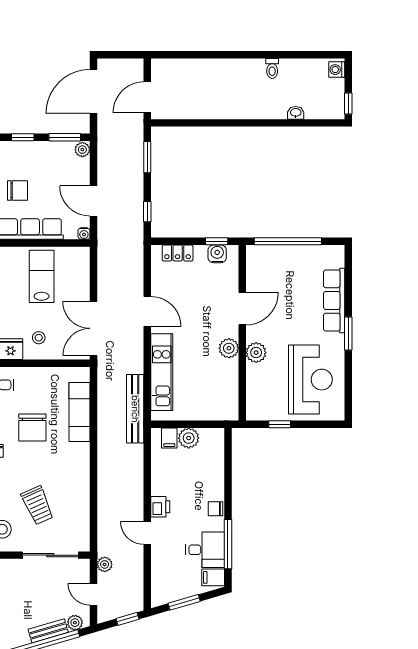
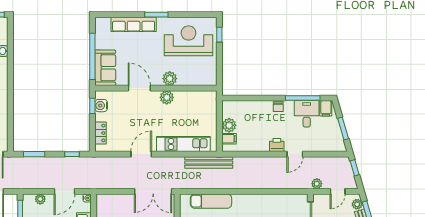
plant: (82, 150) -> (40, 199), moved
sofa: (272, 260) -> (105, 68), added
window: (280, 424) -> (219, 35), moved

